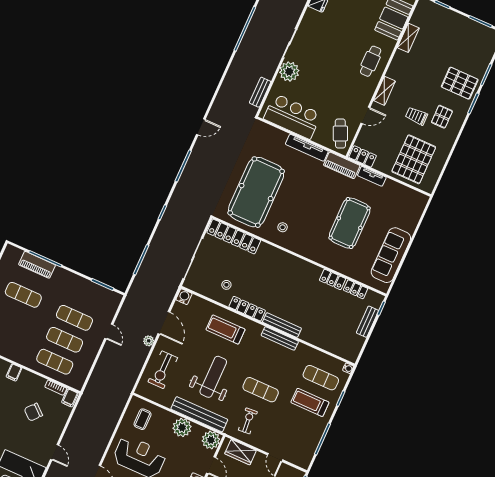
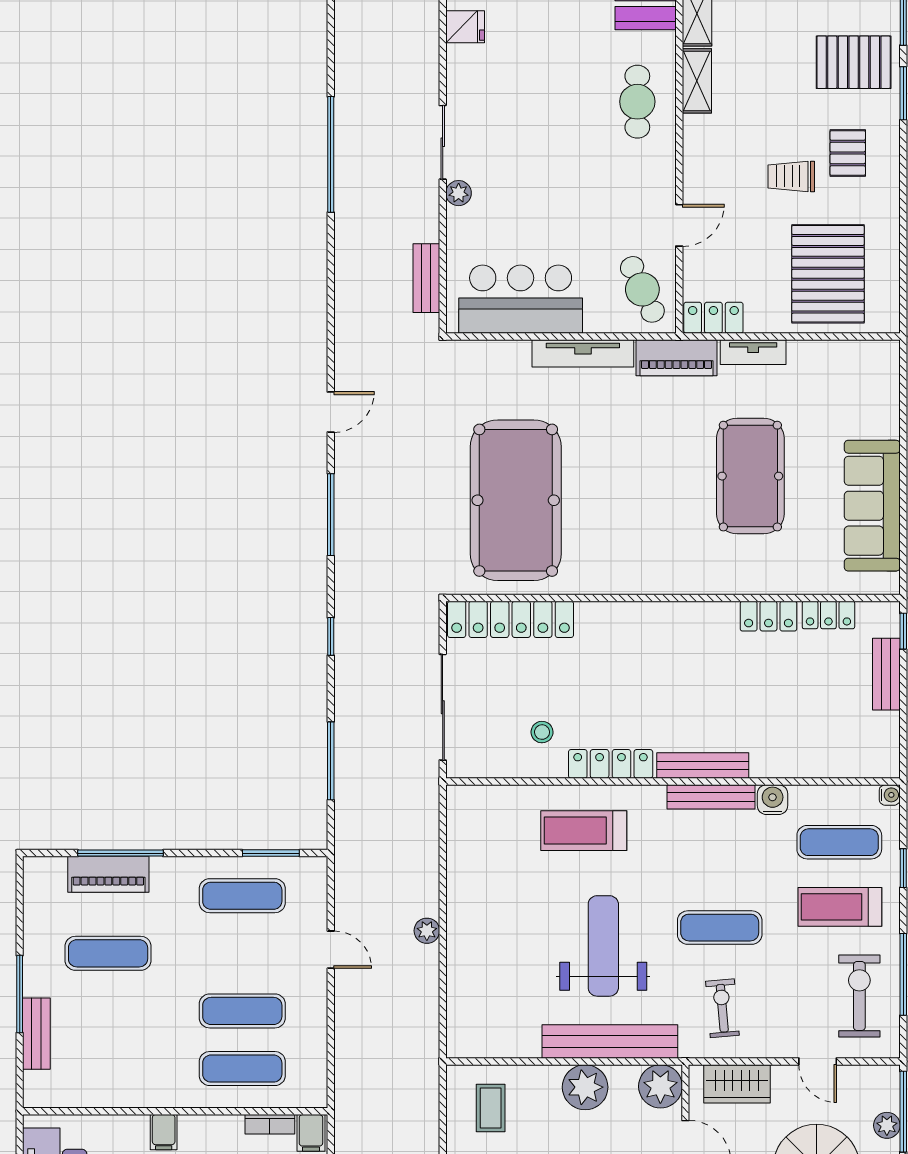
plant: (289, 71) -> (459, 193), width x0.53, depth x0.53
shelving: (384, 91) -> (697, 81), moved
stool: (283, 227) -> (608, 551), removed
water cooler: (184, 297) -> (773, 800), moved
exercise mat: (74, 318) -> (242, 896), moved
door: (164, 323) -> (443, 877), removed
exercise bike: (163, 370) -> (859, 996), moved, turned 180

